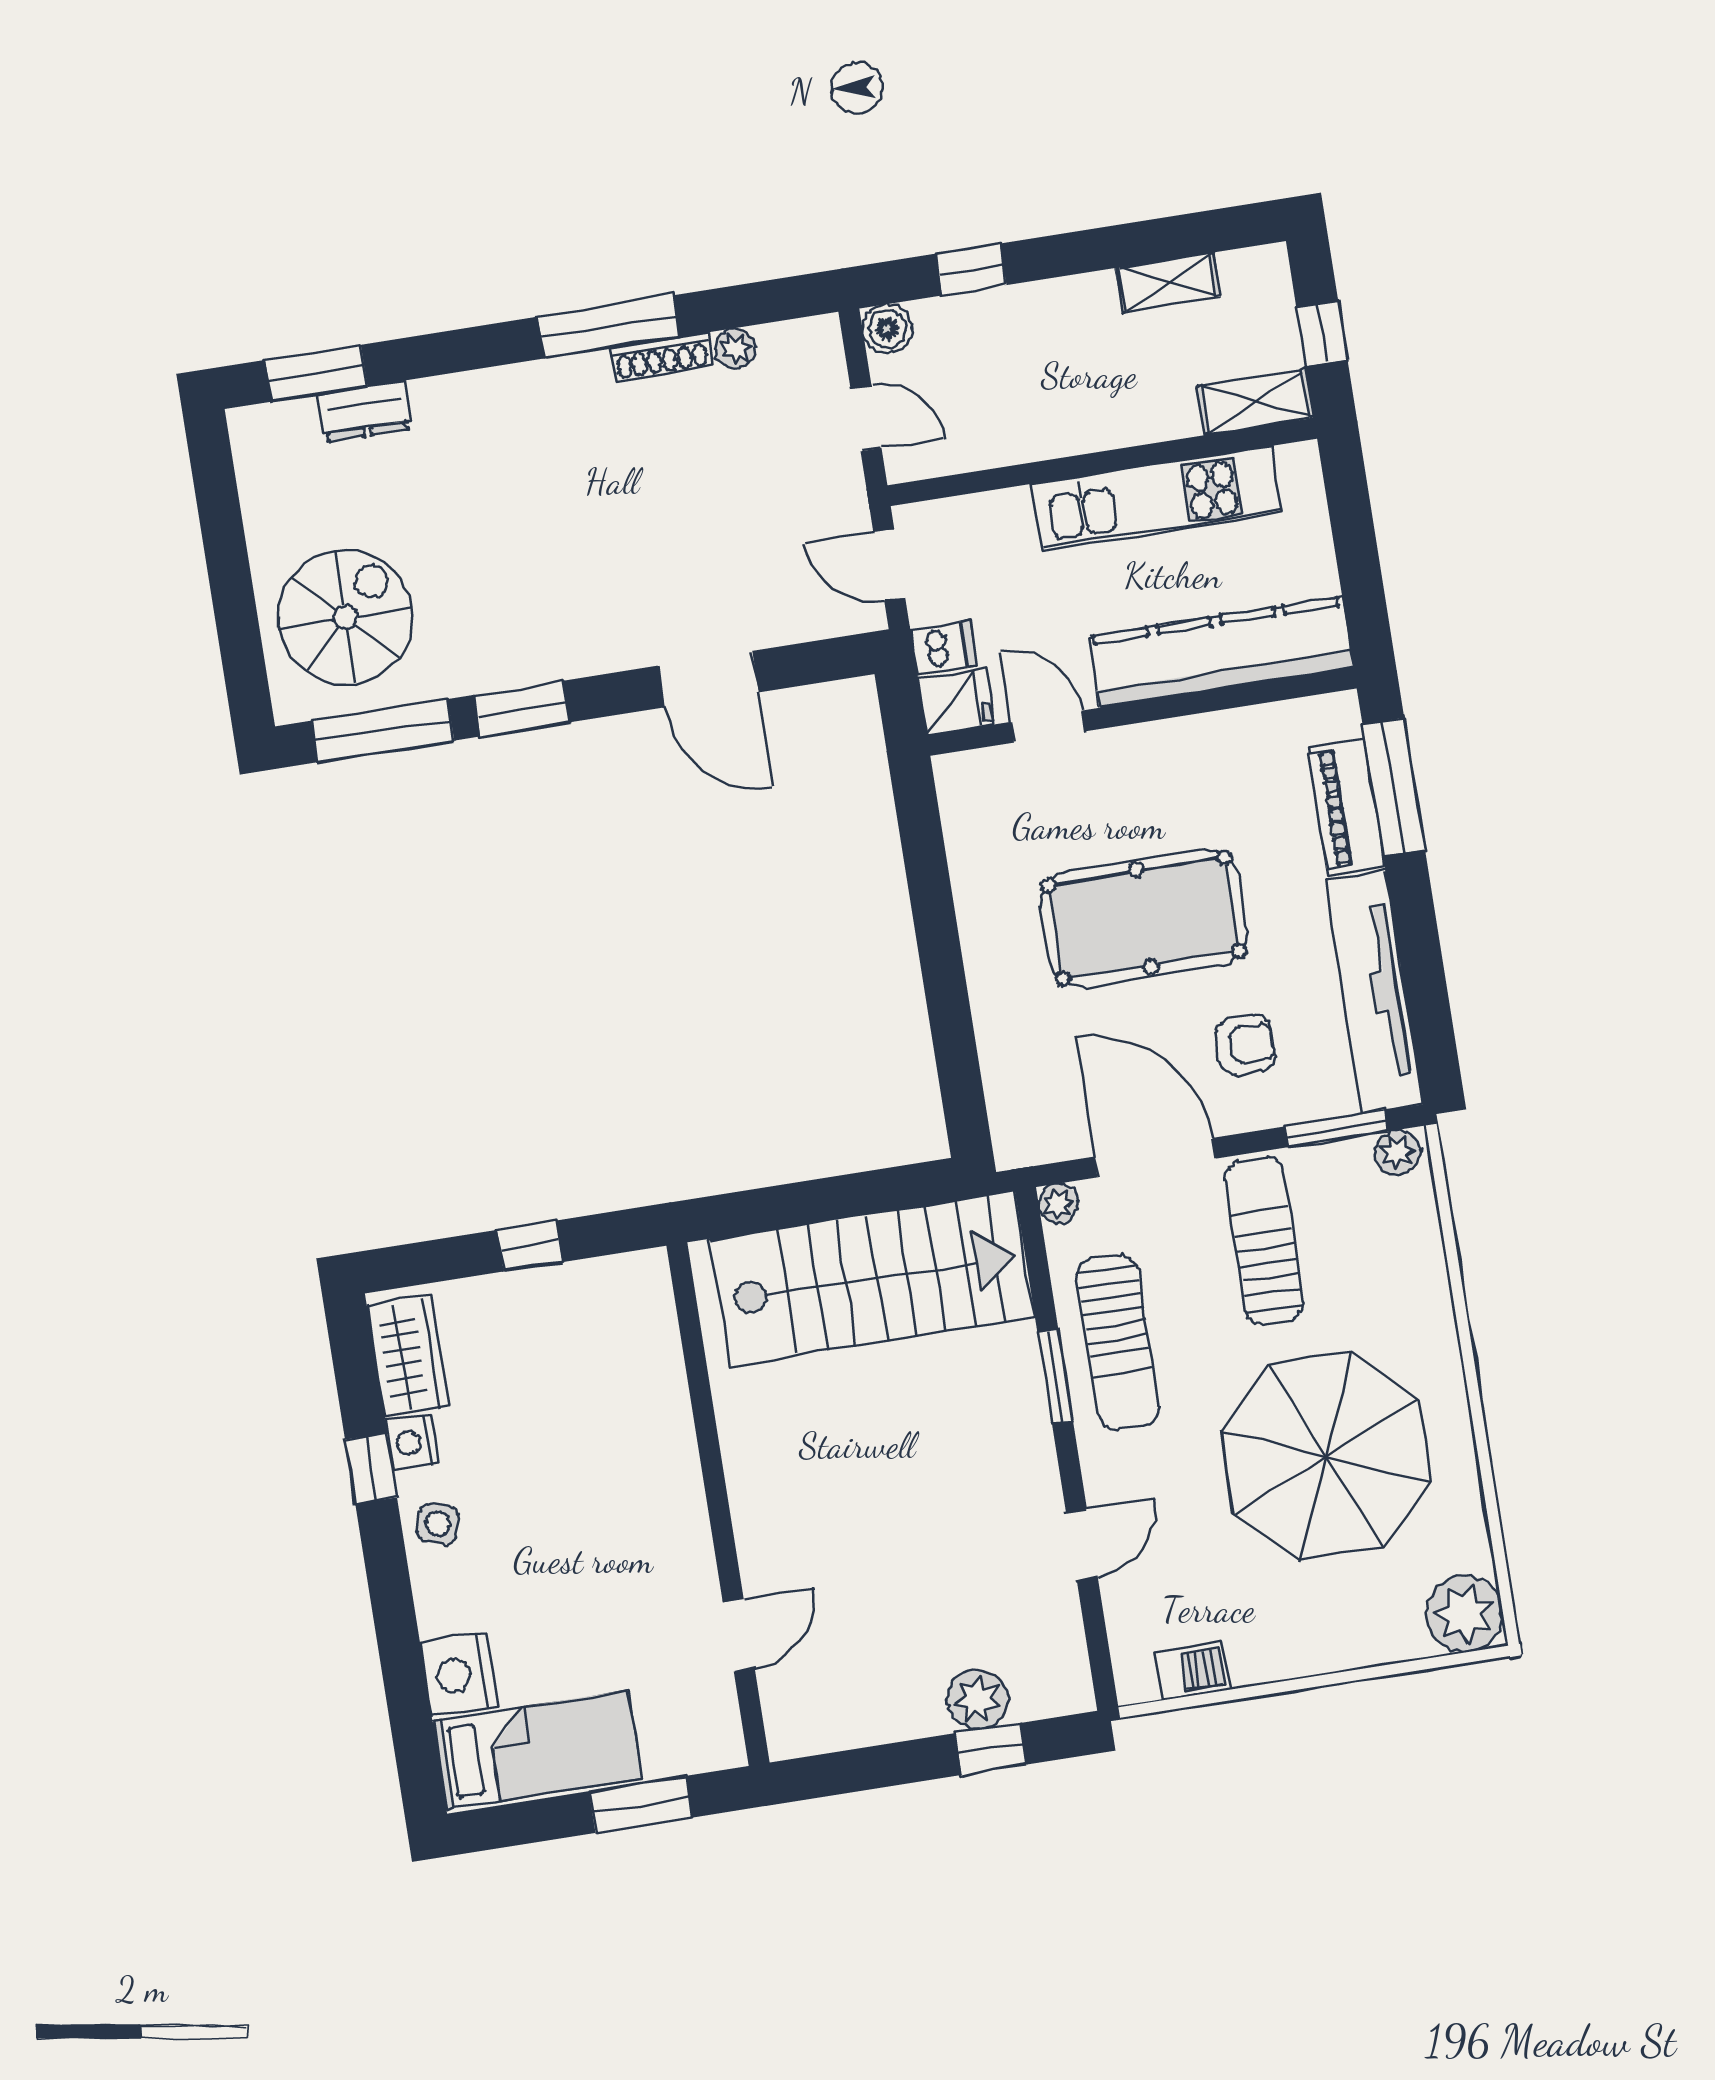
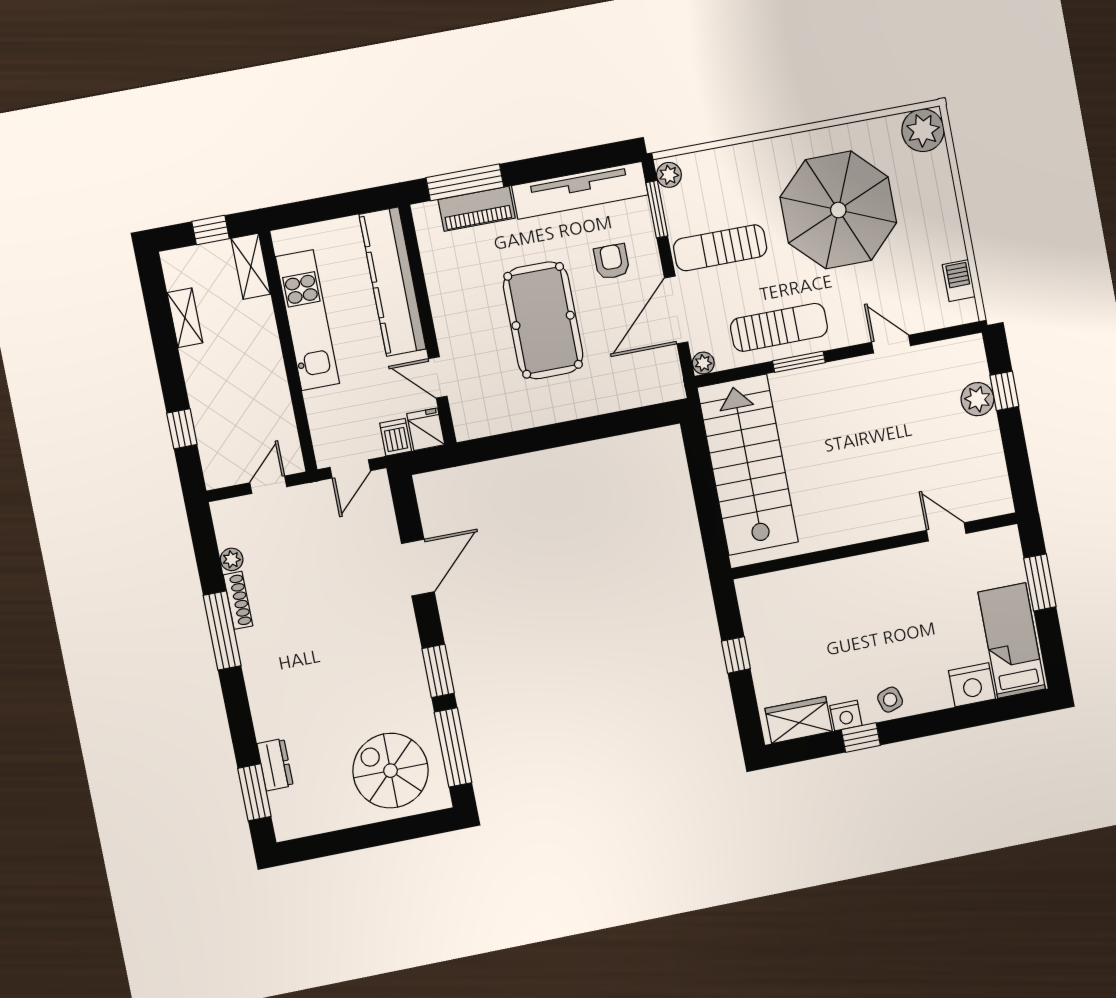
boiler: (887, 329) -> (217, 474), removed
door: (1048, 727) -> (438, 377), hinge flipped
side table: (438, 1524) -> (890, 700), turned -35

